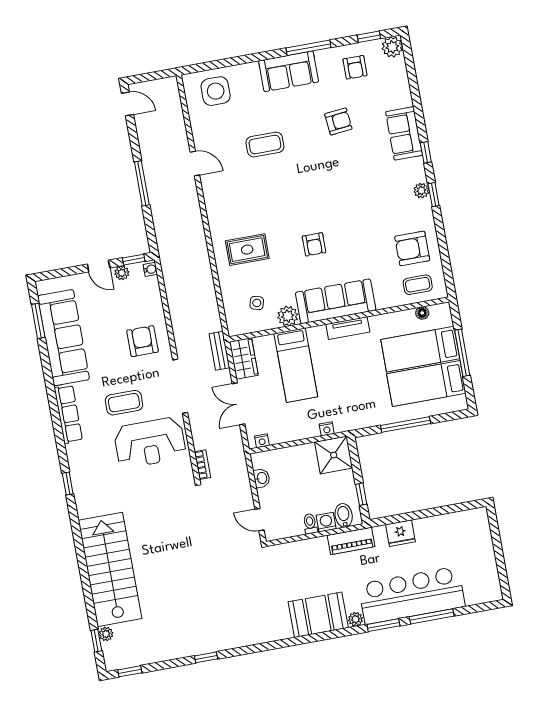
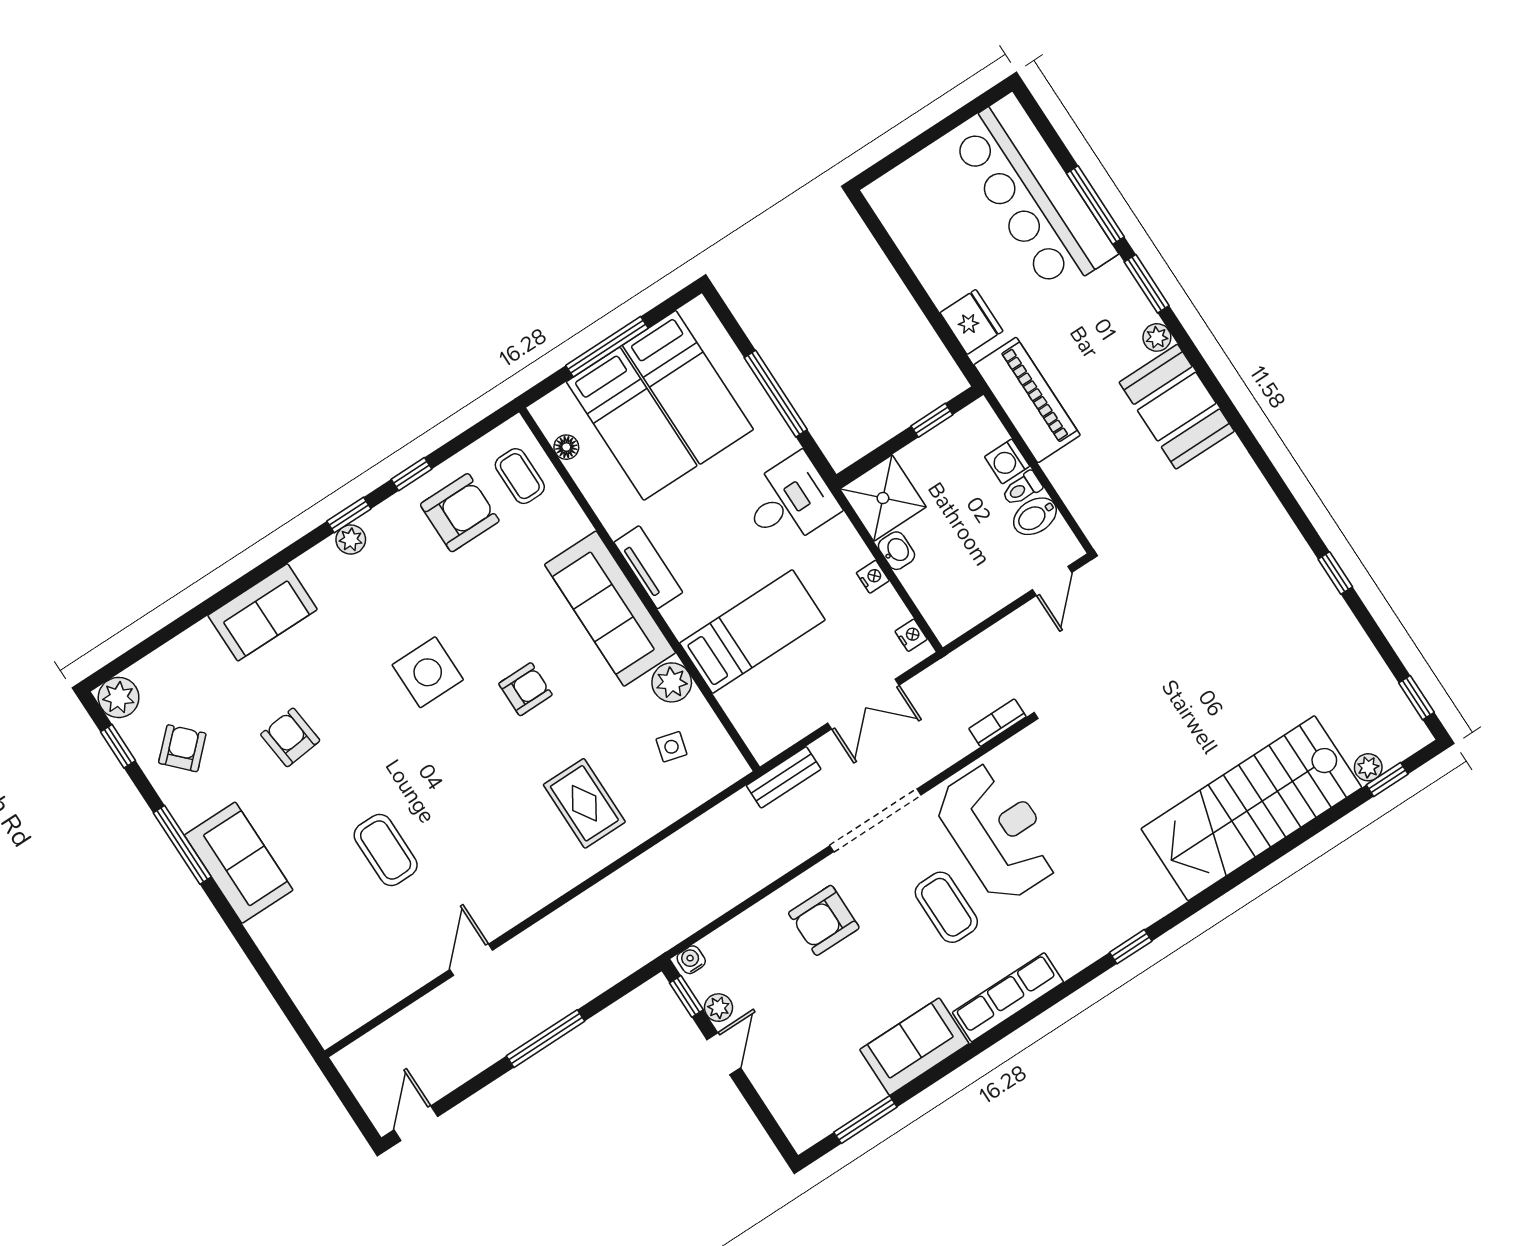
armchair: (355, 67) -> (182, 748), turned -44
side table: (216, 91) -> (428, 672), moved
window: (426, 152) -> (412, 474), moved
armchair: (412, 248) -> (460, 513), turned -90
sofa: (63, 338) -> (914, 1047), width x0.54, depth x0.79
wardrobe: (244, 358) -> (779, 728), removed
desk: (351, 409) -> (790, 501), added
nightstand: (327, 429) -> (873, 577), moved
washbasin: (262, 478) -> (896, 551), moved, turned 90
bidet: (344, 515) -> (1035, 516), moved
piano: (351, 541) -> (1027, 400), width x1.37, depth x1.33
bar counter: (412, 595) -> (1032, 194), moved

